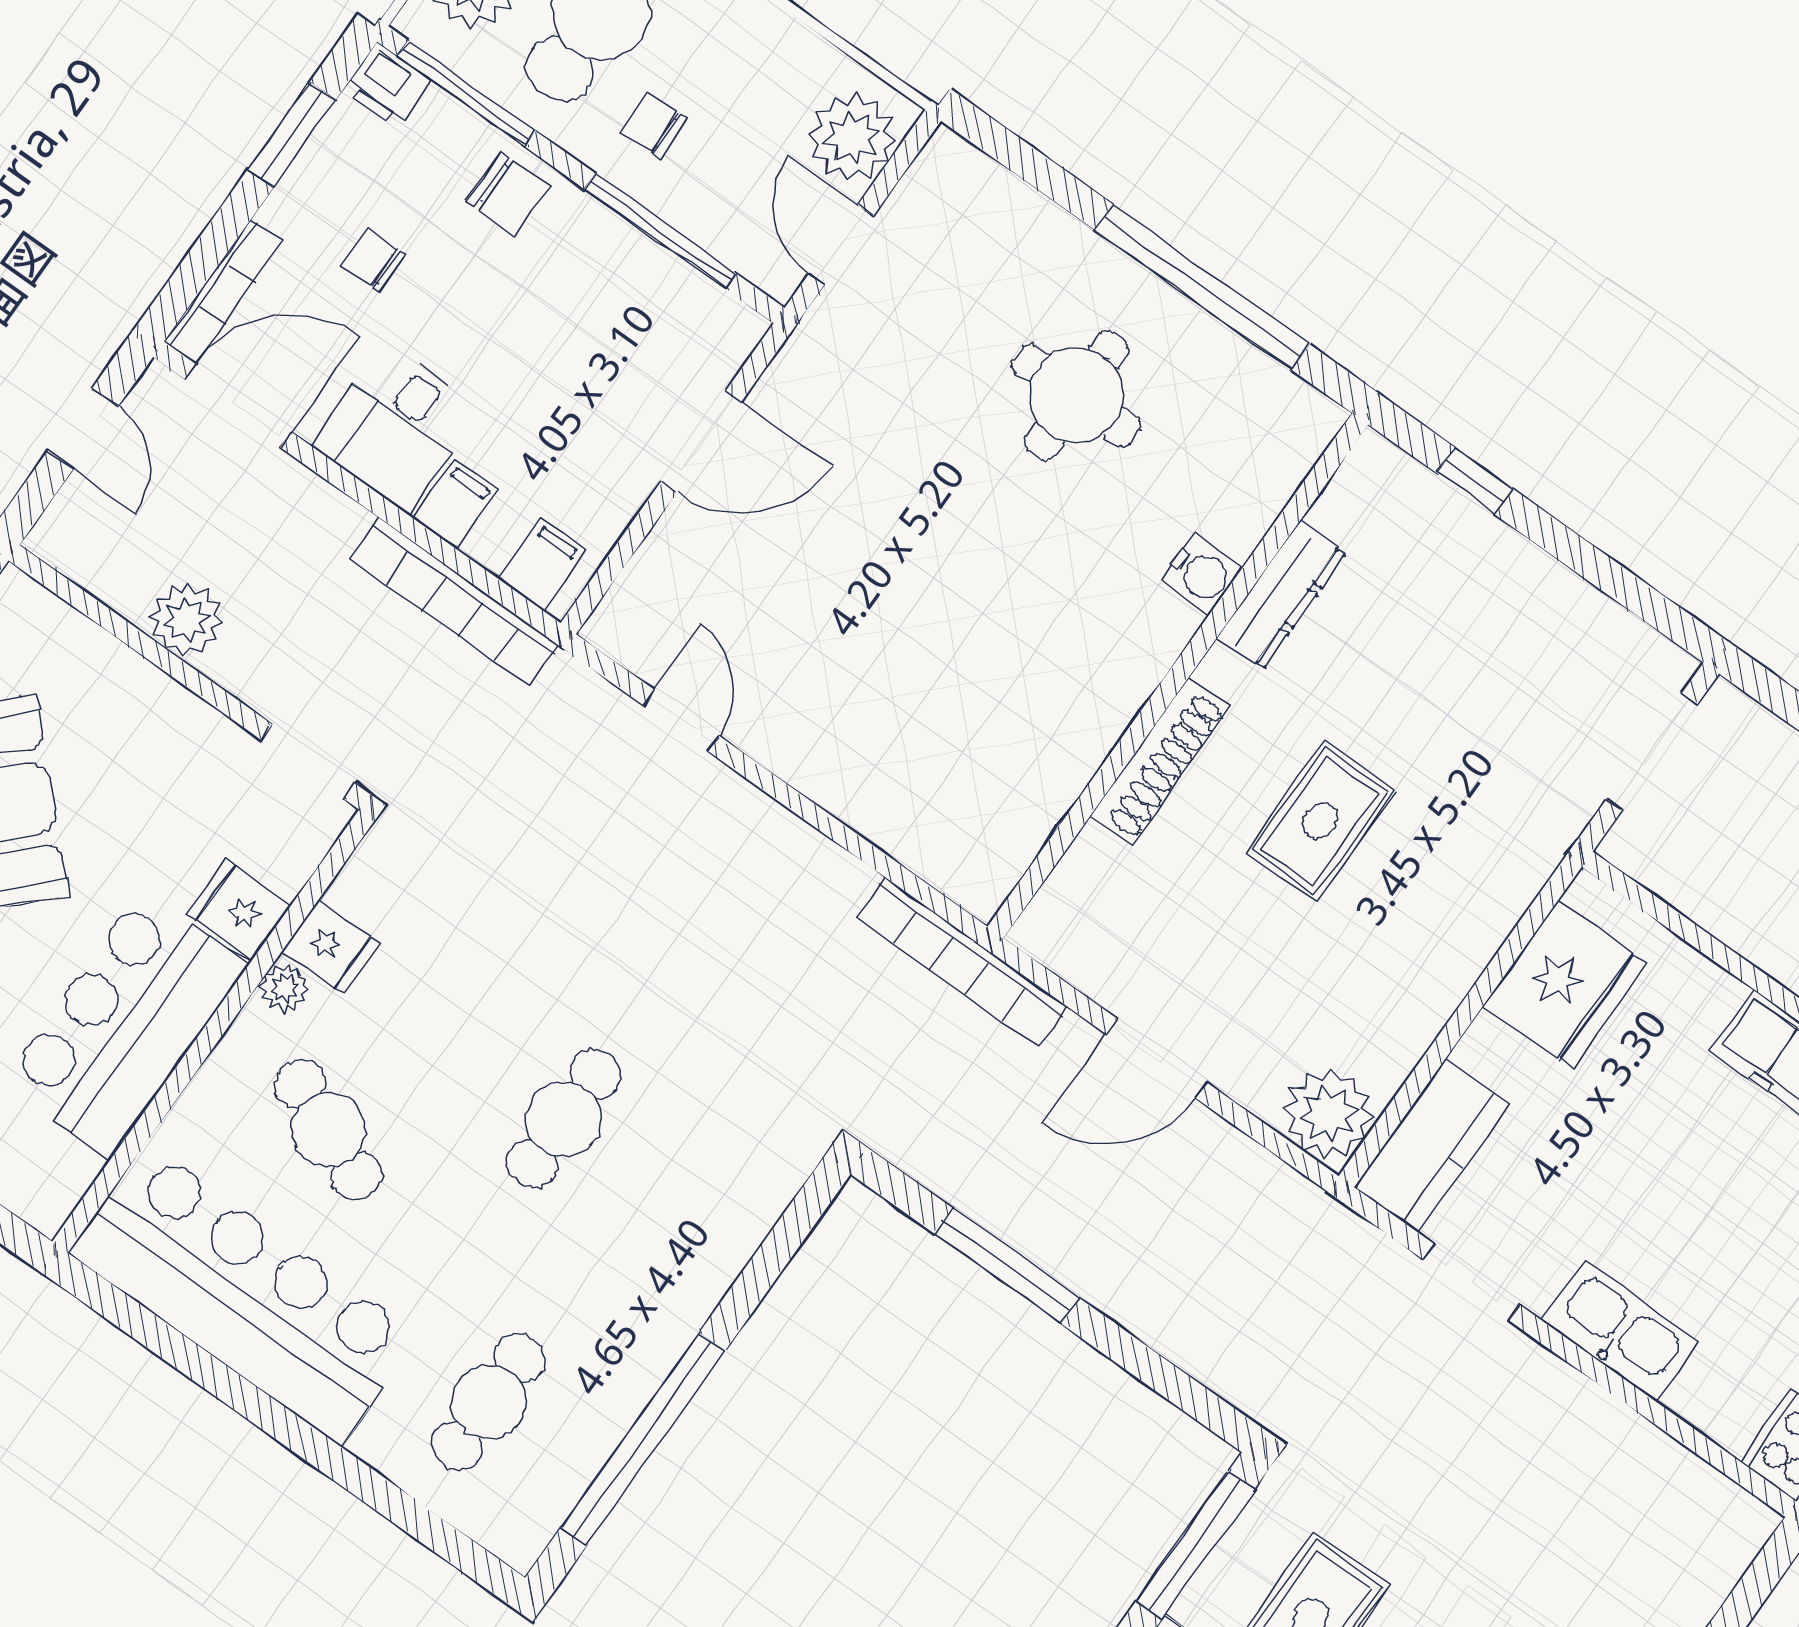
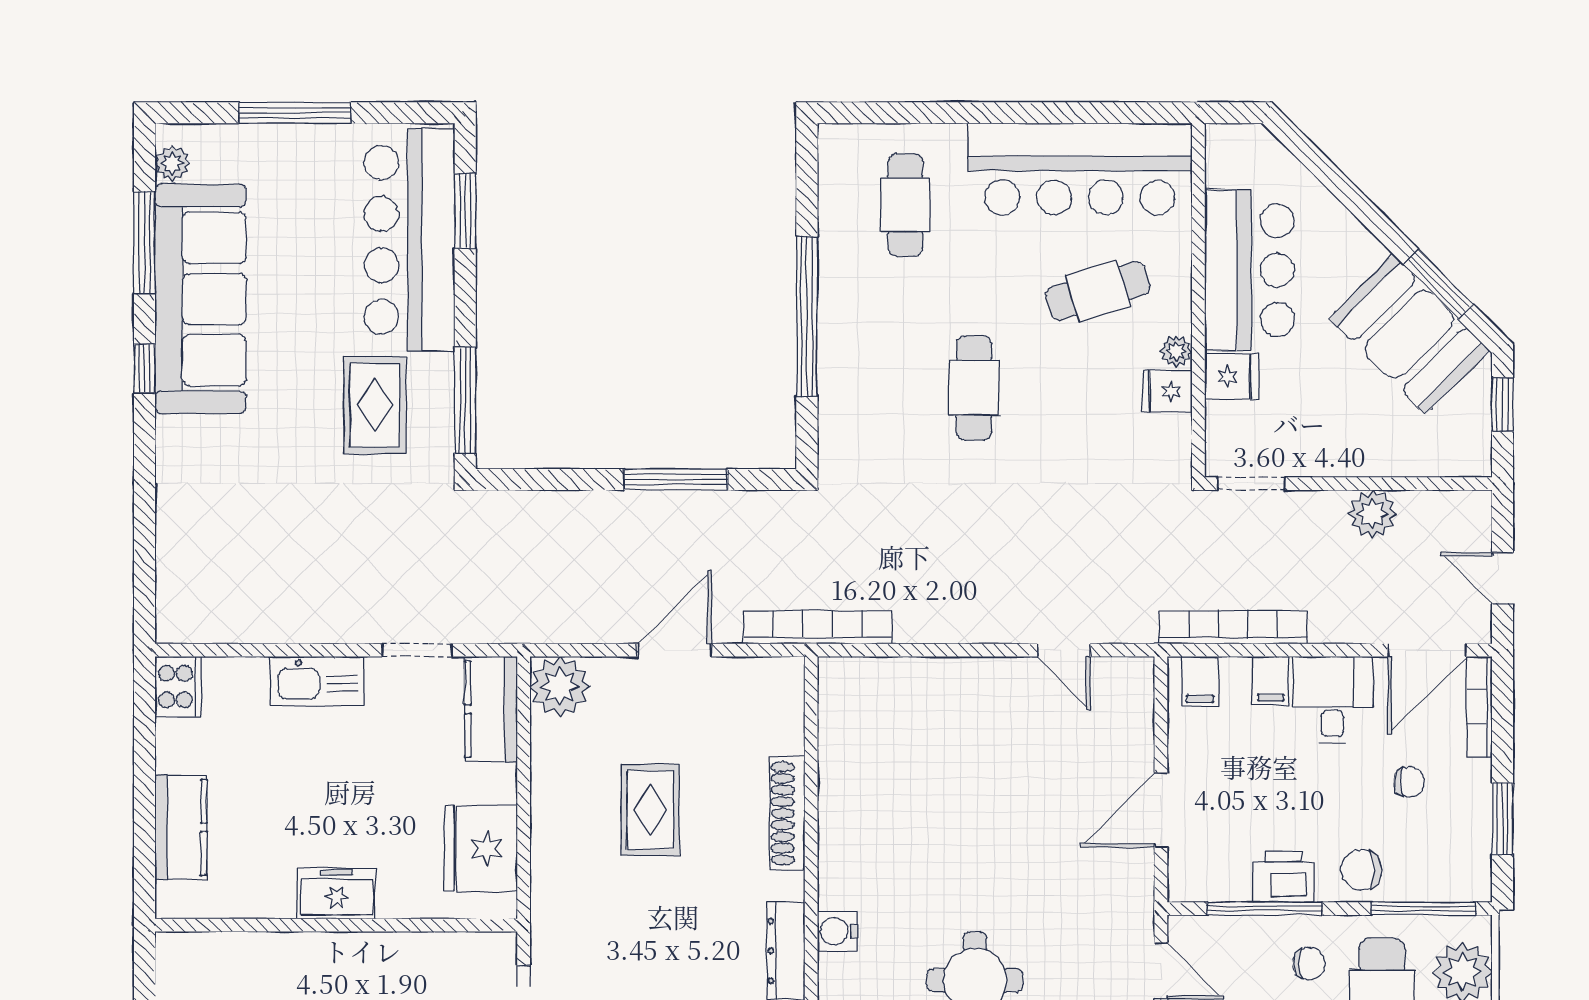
printer: (387, 86) -> (1283, 877), moved, width x1.36, depth x1.24
rug: (1320, 821) -> (650, 810), moved
cafe table: (328, 1130) -> (1098, 291), turned -40
window: (643, 1439) -> (807, 316), moved

